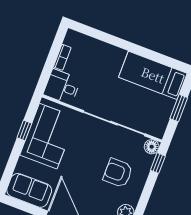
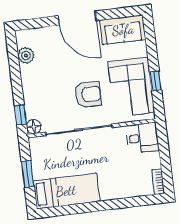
bookcase: (62, 57) -> (158, 182), moved
armchair: (118, 173) -> (88, 95), moved

